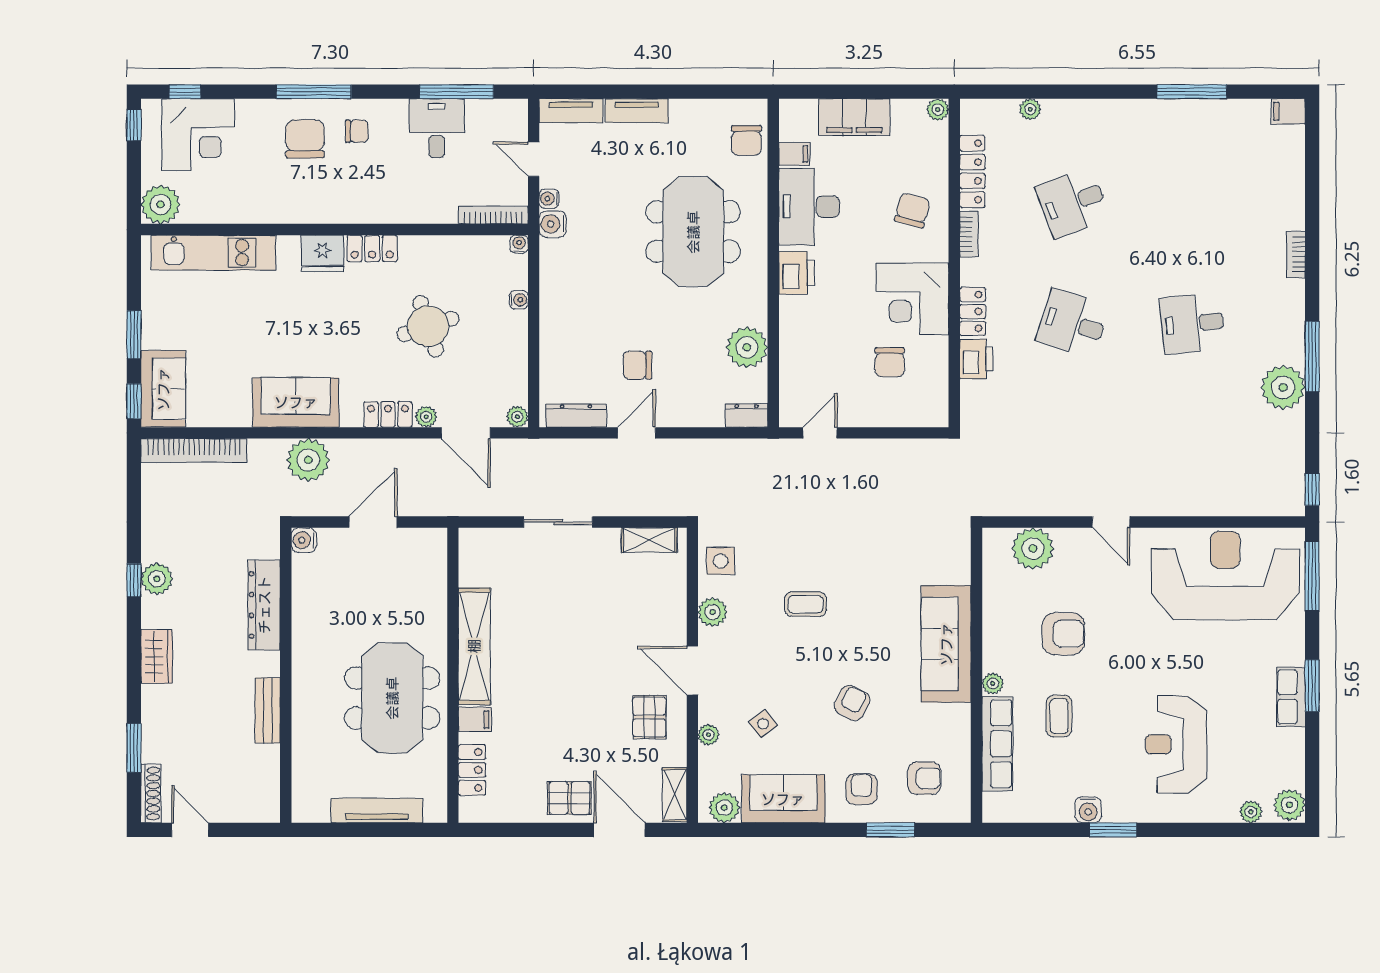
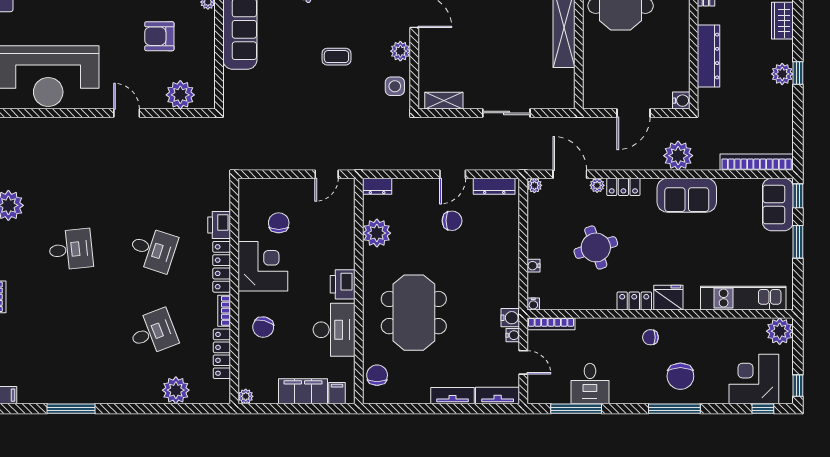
plant: (1030, 109) -> (176, 390), width x1.88, depth x1.88
chair: (357, 131) -> (650, 337), moved
filing cabinet: (794, 154) -> (337, 393), moved, turned 90
locker: (973, 312) -> (222, 267), width x1.53

